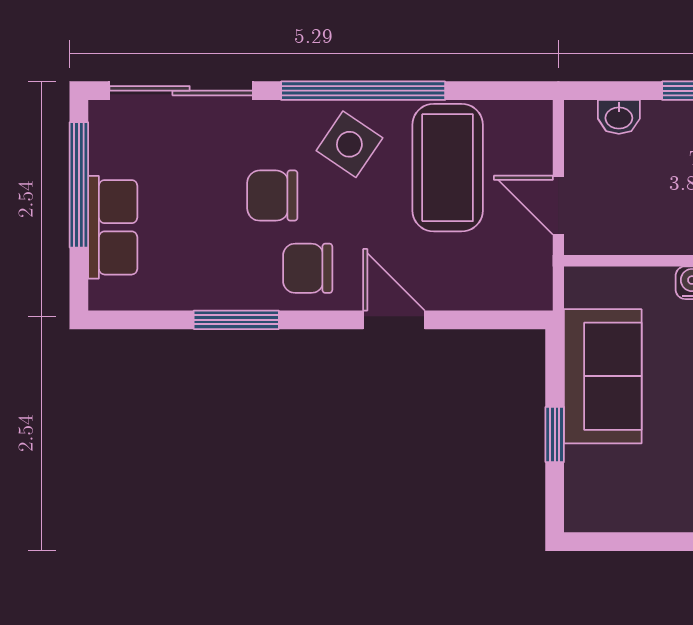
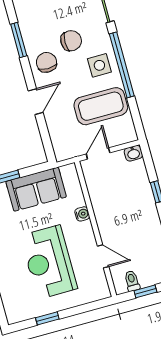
washbasin: (619, 117) -> (133, 153), moved, turned -90
side table: (349, 144) -> (99, 65), turned -34
chair: (272, 196) -> (71, 41), turned 90

